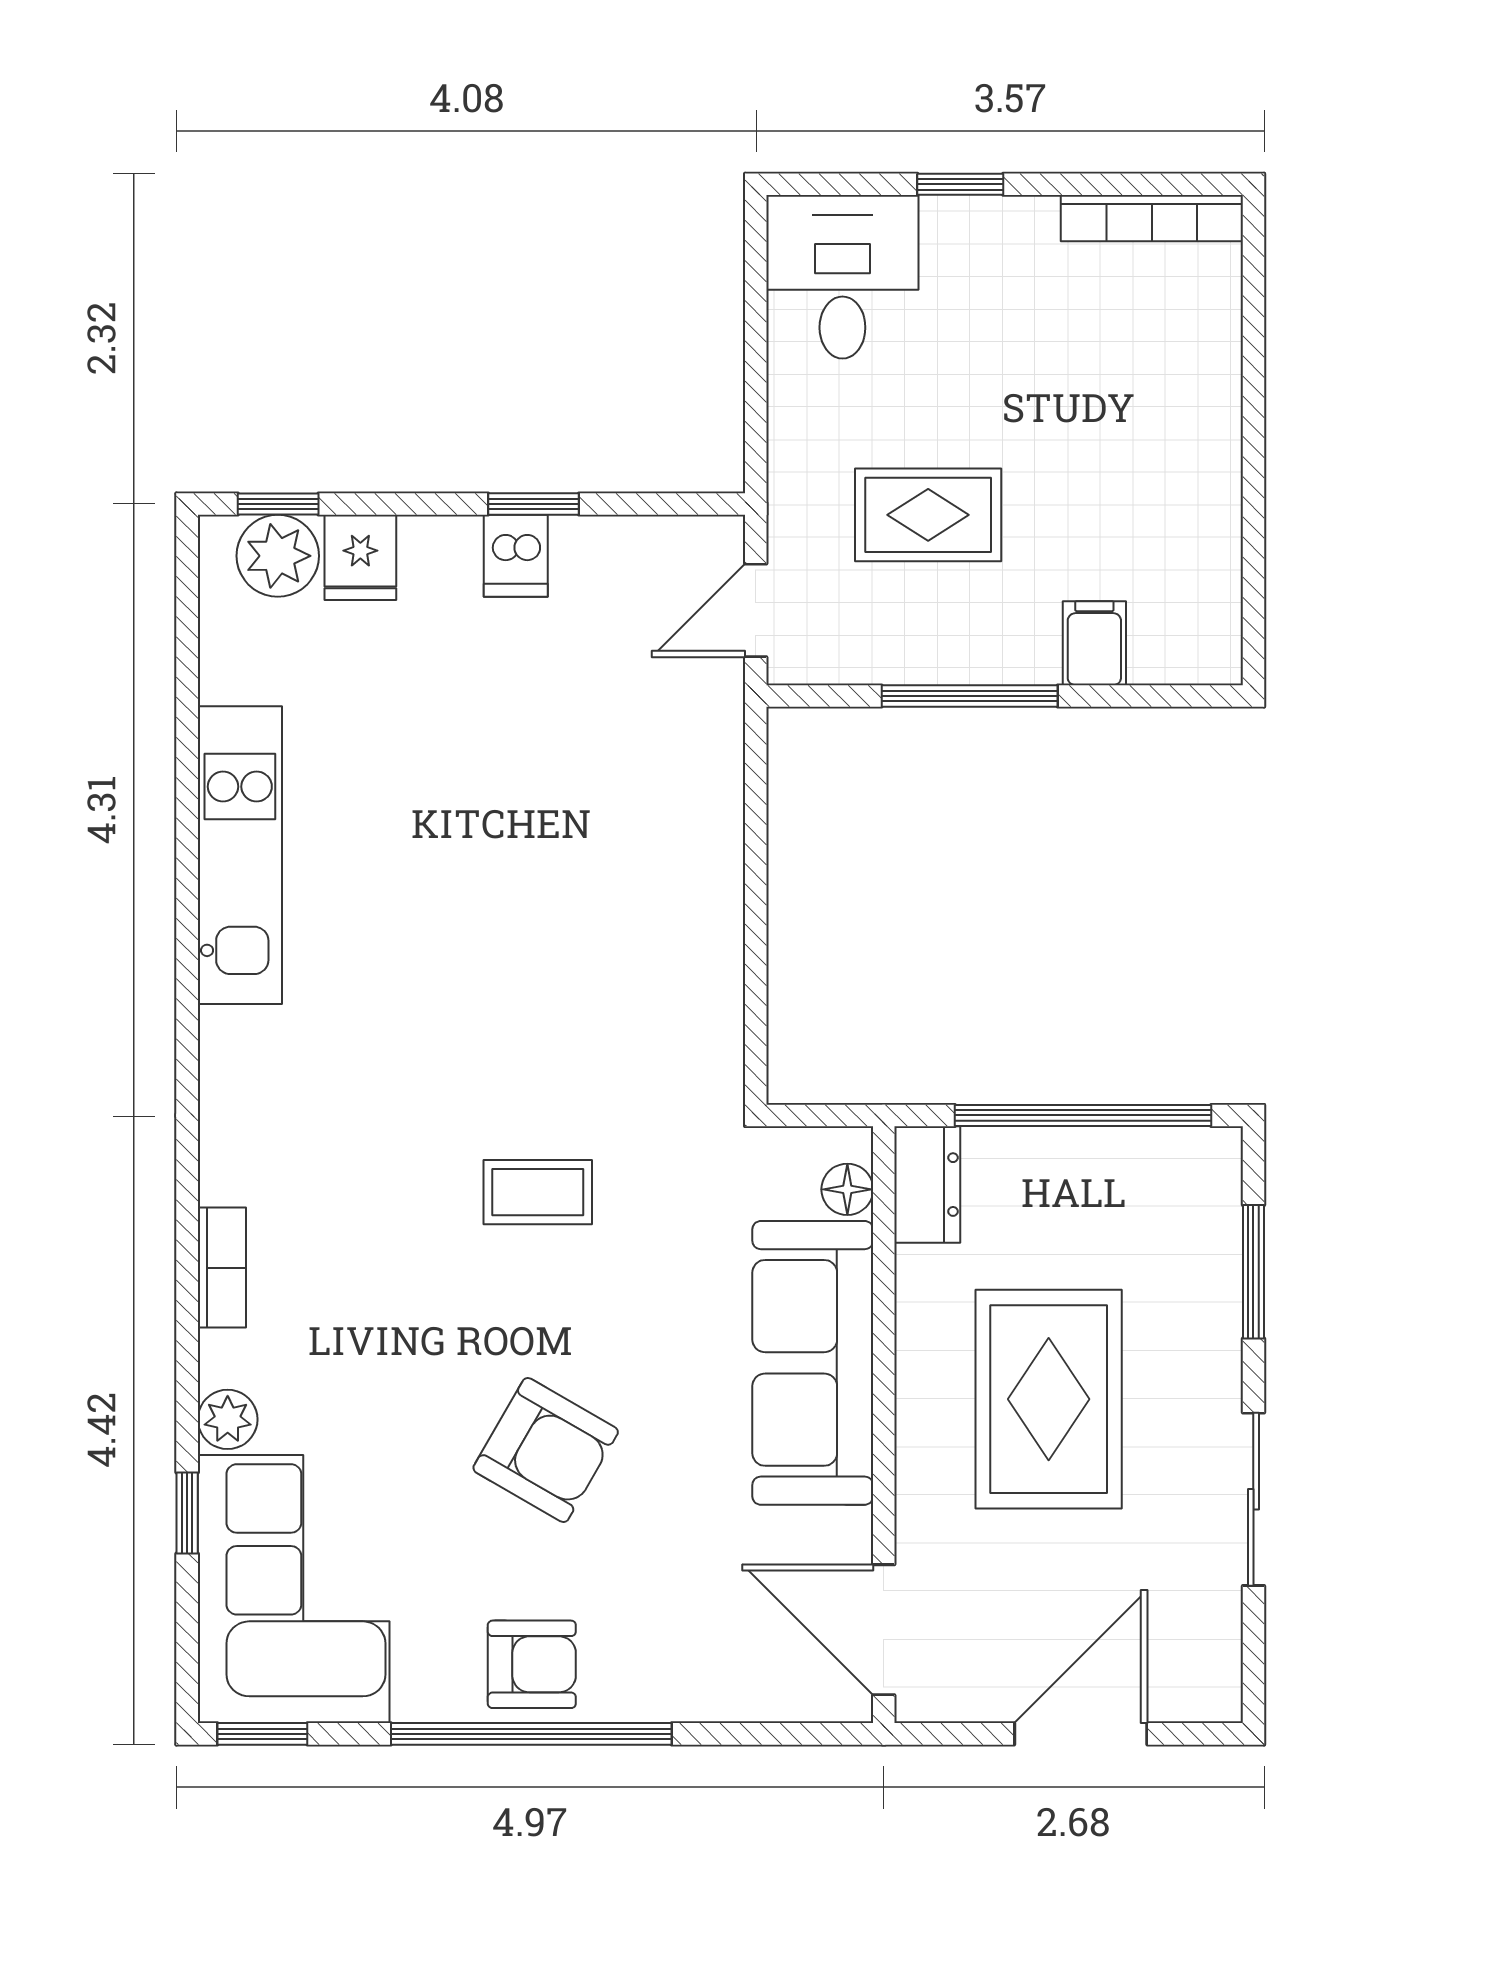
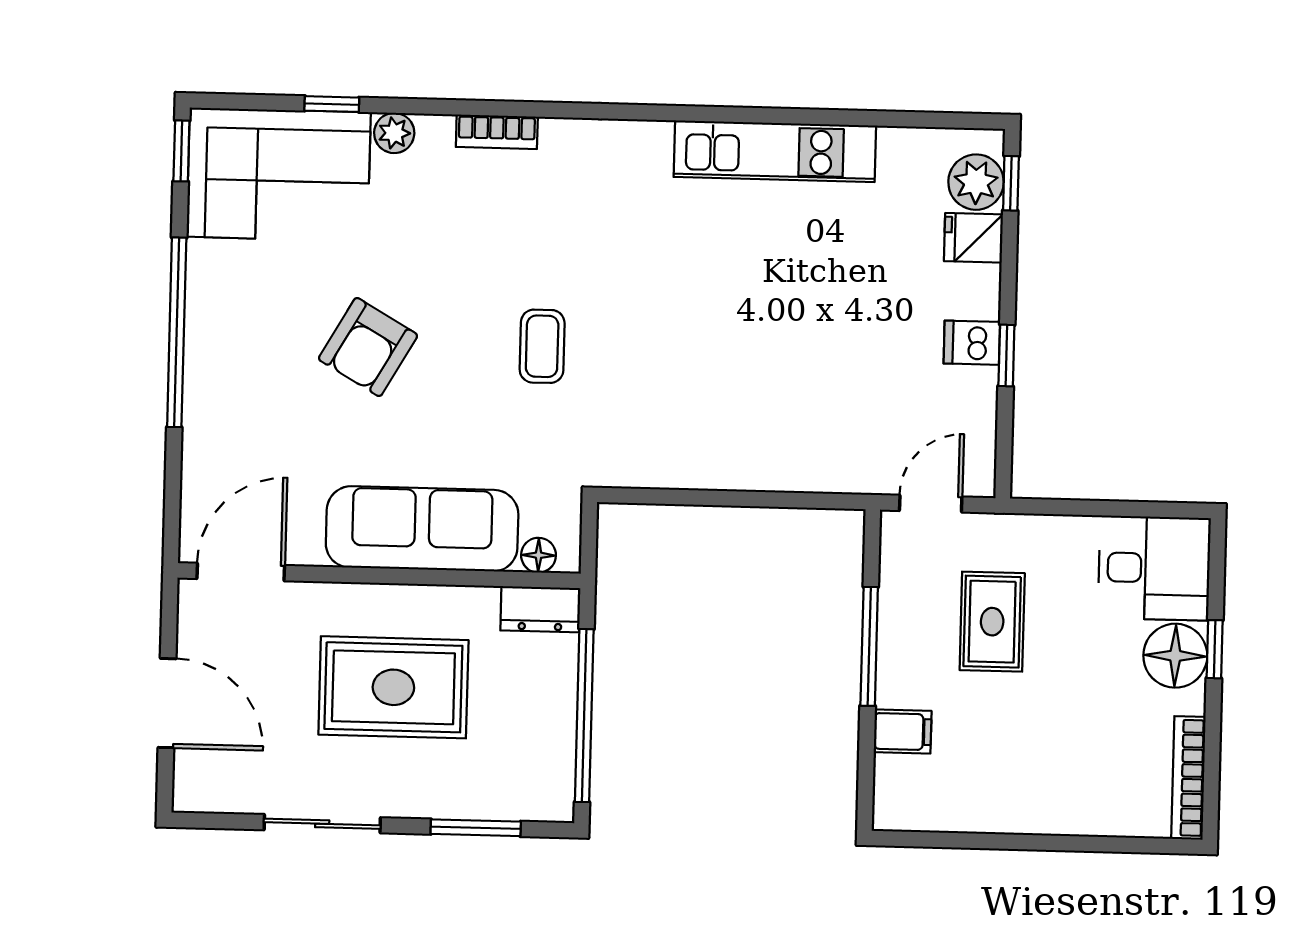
floor lamp: (972, 242) -> (1175, 656), added
door: (756, 610) -> (931, 504), hinge flipped
armchair: (532, 1664) -> (224, 334), removed

